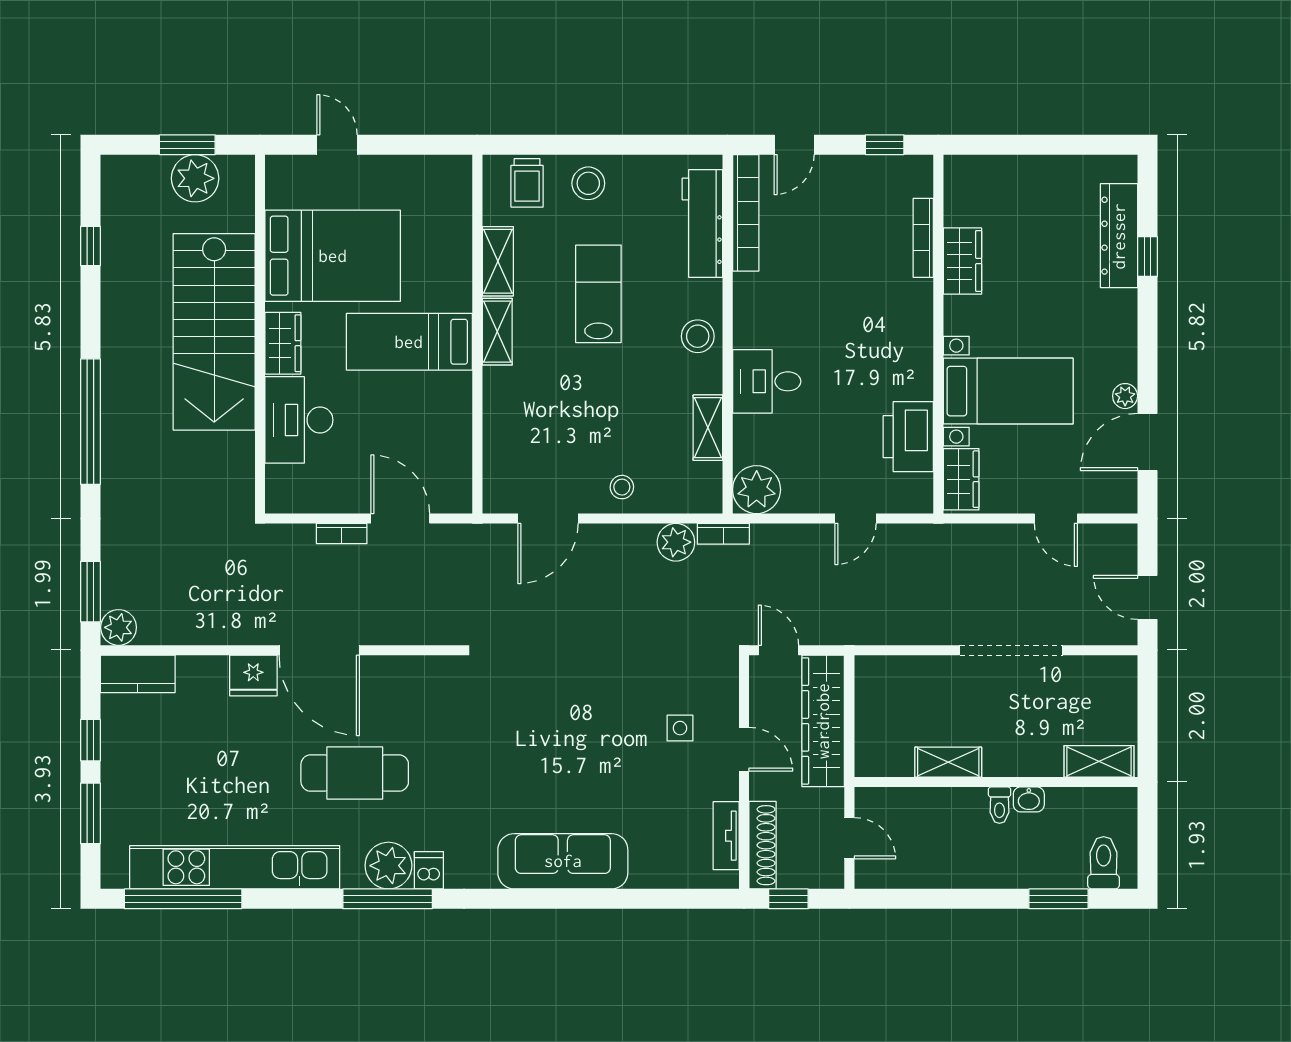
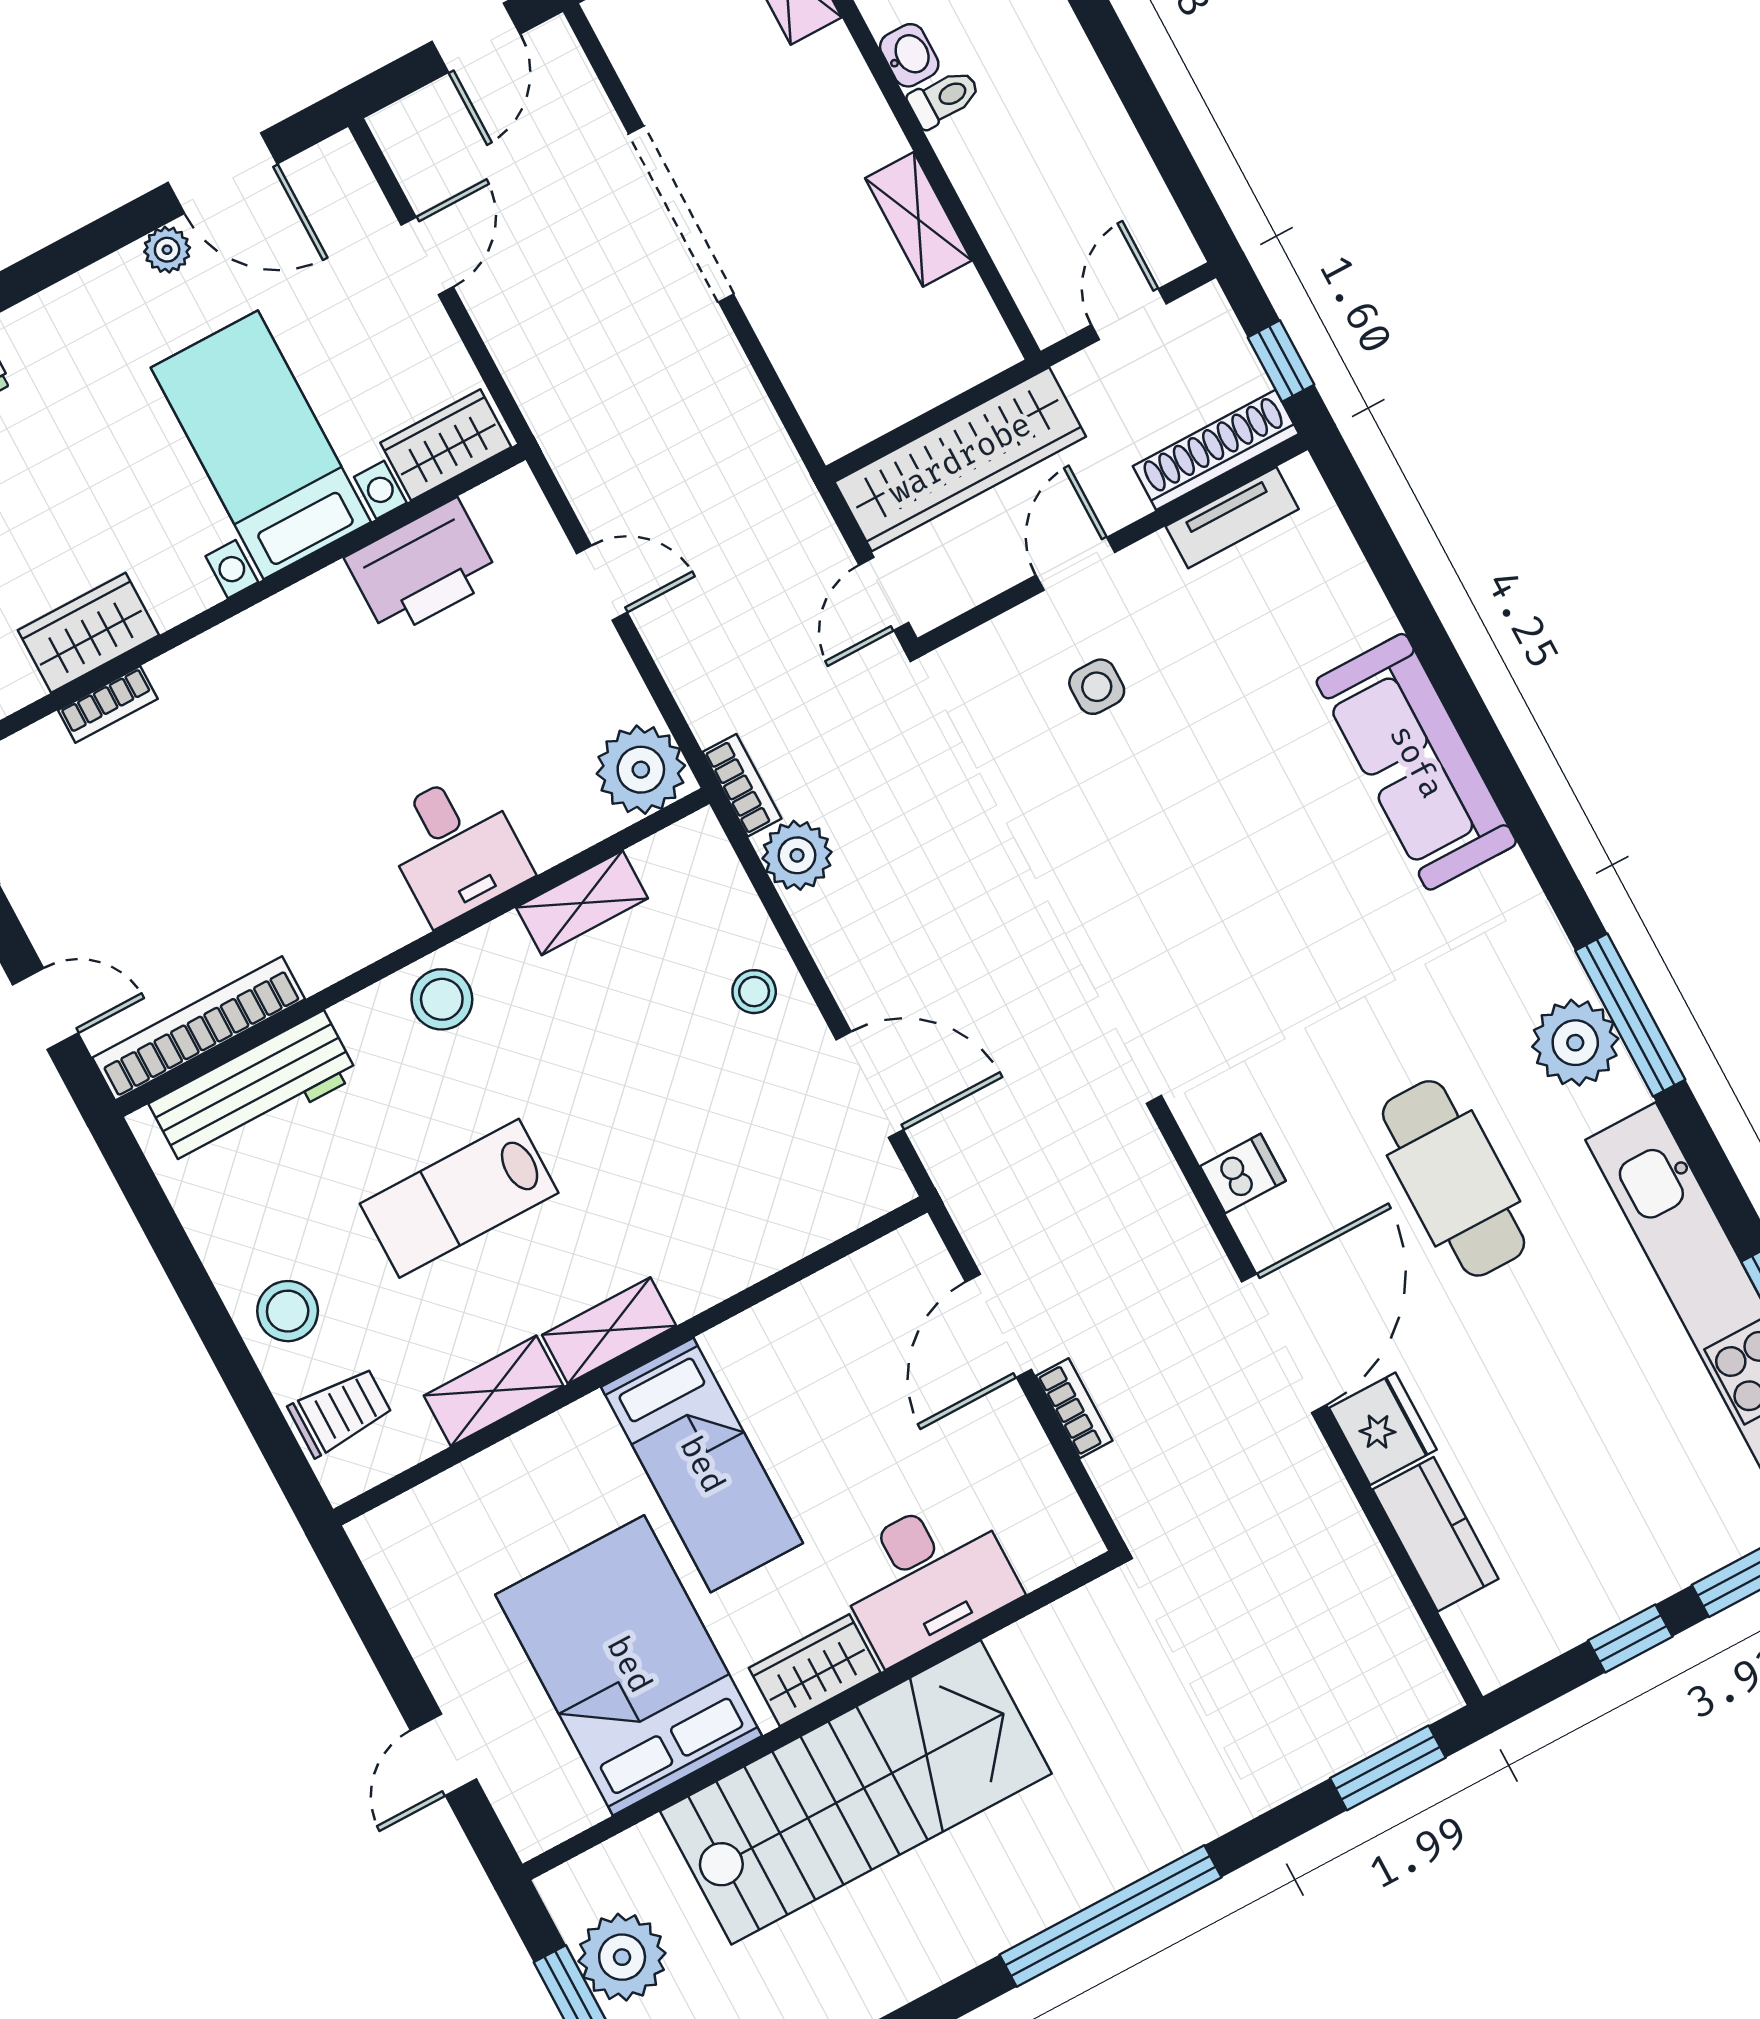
bookcase: (923, 238) -> (108, 704), width x0.64
plant: (119, 627) -> (1422, 1691), removed
kitchen counter: (138, 674) -> (1436, 1534), moved
dishwasher: (429, 870) -> (1243, 1174), moved, turned 180

